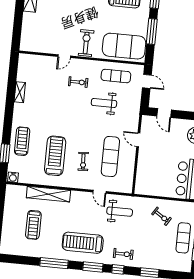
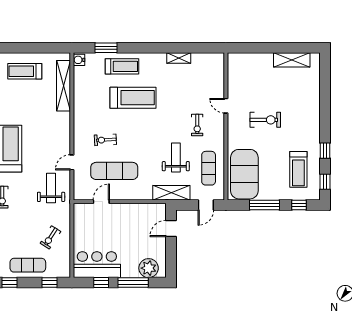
exercise bike: (86, 43) -> (265, 120), moved
shelving: (134, 110) -> (171, 193), added
door: (138, 140) -> (101, 202), moved
treadmill: (55, 156) -> (133, 98), moved
shelving: (48, 194) -> (63, 86), moved
weight bench: (120, 212) -> (51, 188), turned 180
treadmill: (33, 225) -> (25, 71), moved

